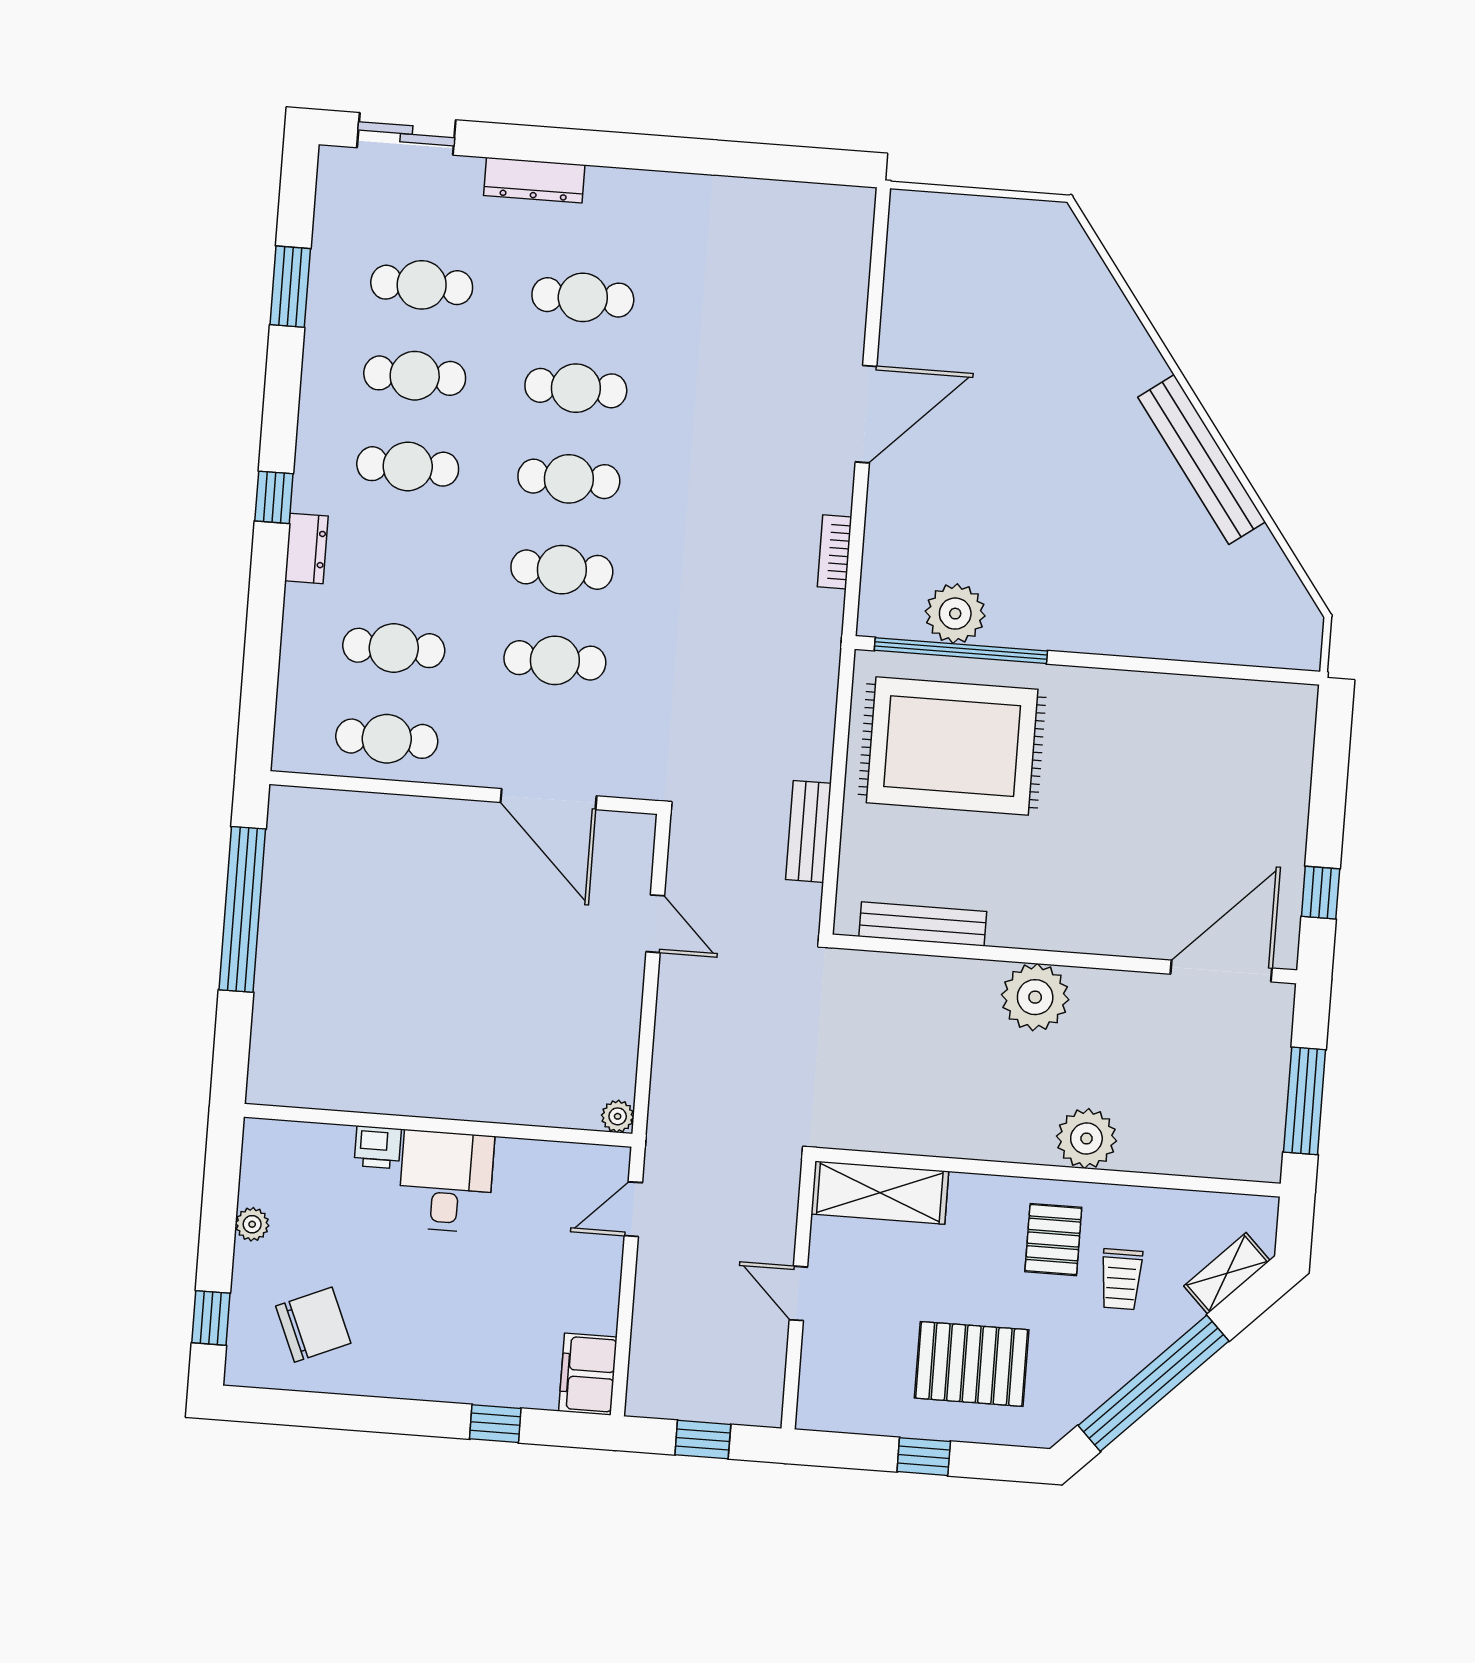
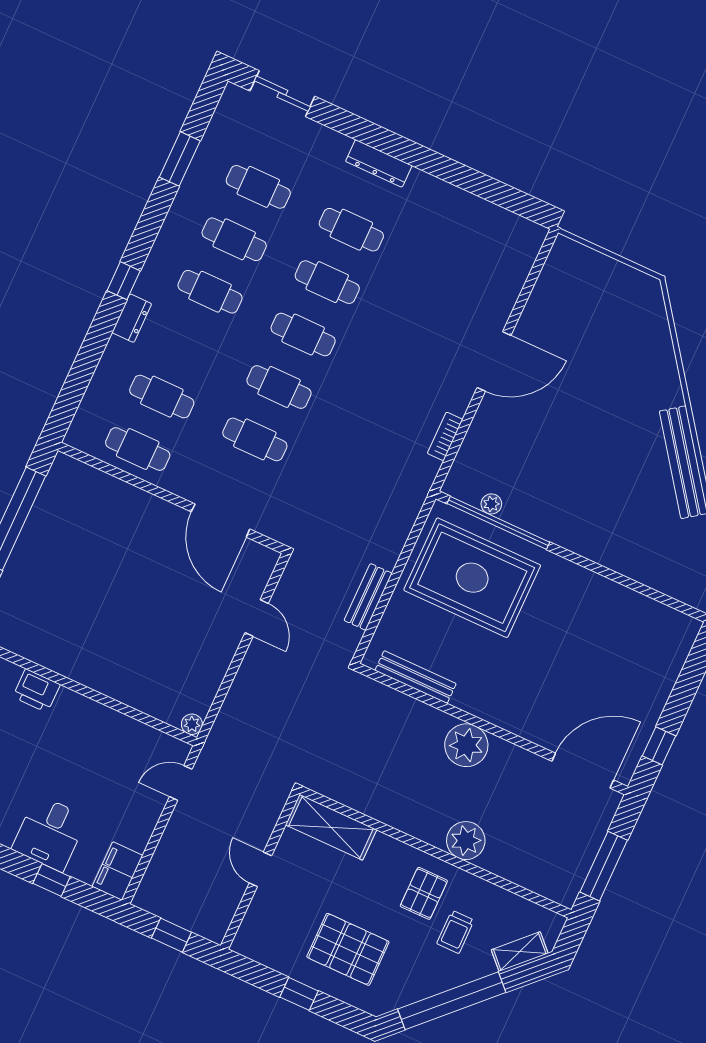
dresser: (534, 180) -> (379, 163), moved
plant: (955, 614) -> (491, 504), width x0.53, depth x0.53
printer: (378, 1147) -> (36, 691), width x1.36, depth x1.24
desk: (446, 1181) -> (50, 833), moved, turned 180

